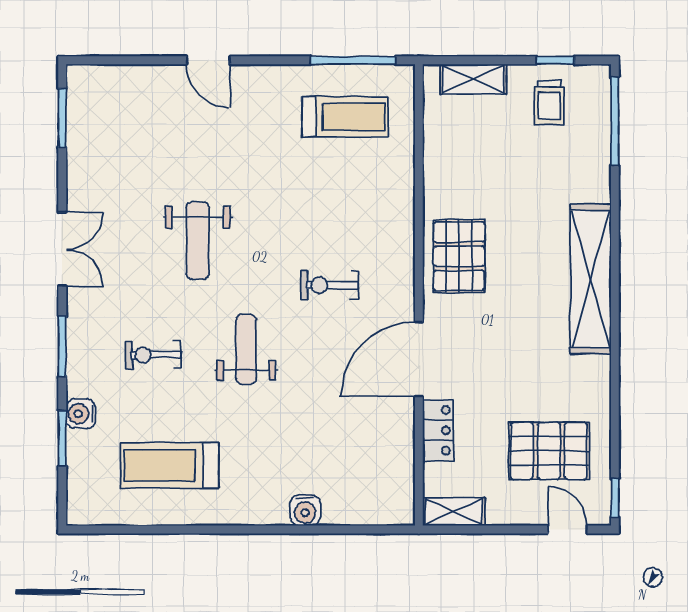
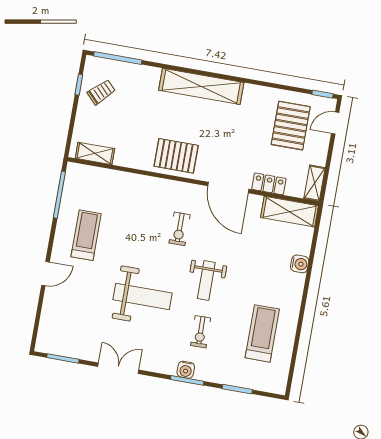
shelving: (473, 79) -> (95, 153), moved, turned 90
trolley: (549, 103) -> (101, 92), turned -44
treadmill: (345, 117) -> (86, 235), moved
weight bench: (198, 241) -> (143, 296), width x1.36, depth x1.33
double door: (62, 249) -> (118, 368), moved
weight bench: (246, 349) -> (206, 280), turned -90
water cooler: (81, 414) -> (186, 370), moved
treadmill: (169, 466) -> (262, 333), turned 180
shelving: (395, 476) -> (290, 212), added

